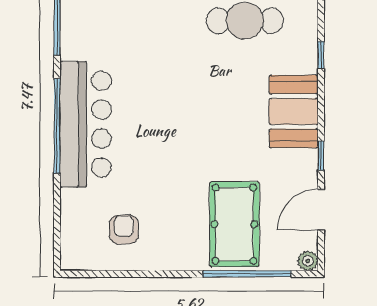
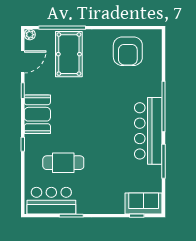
bar counter: (86, 124) -> (148, 131), moved
armchair: (124, 230) -> (128, 51), width x1.88, depth x1.88

